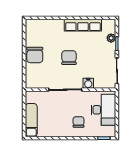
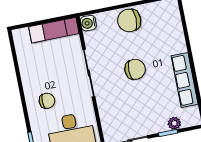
water cooler: (88, 83) -> (88, 23), moved
exam couch: (31, 120) -> (54, 30), moved

